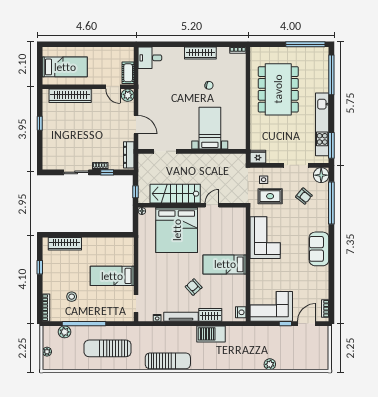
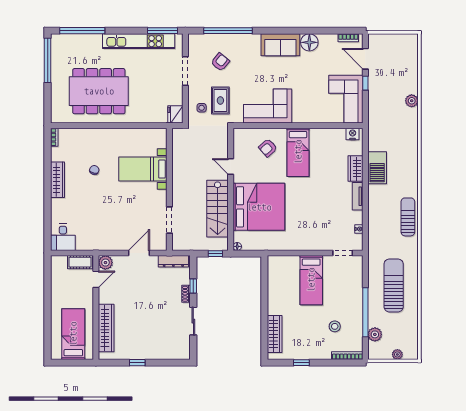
floor lamp: (321, 175) -> (309, 42), moved
armchair: (194, 287) -> (268, 148), moved
tv unit: (181, 317) -> (358, 196), width x0.71
sun lounger: (108, 348) -> (394, 285), turned 180
sun lounger: (168, 361) -> (408, 217), width x0.73, depth x0.75

